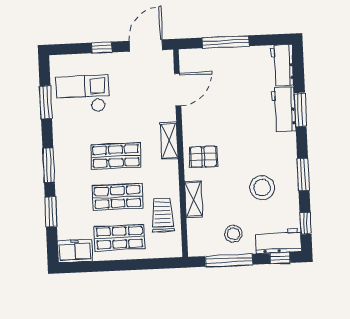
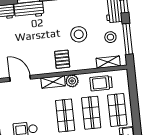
plant: (169, 170) -> (72, 81), added
stool: (262, 188) -> (79, 34), moved
shelving: (193, 199) -> (108, 62), moved

